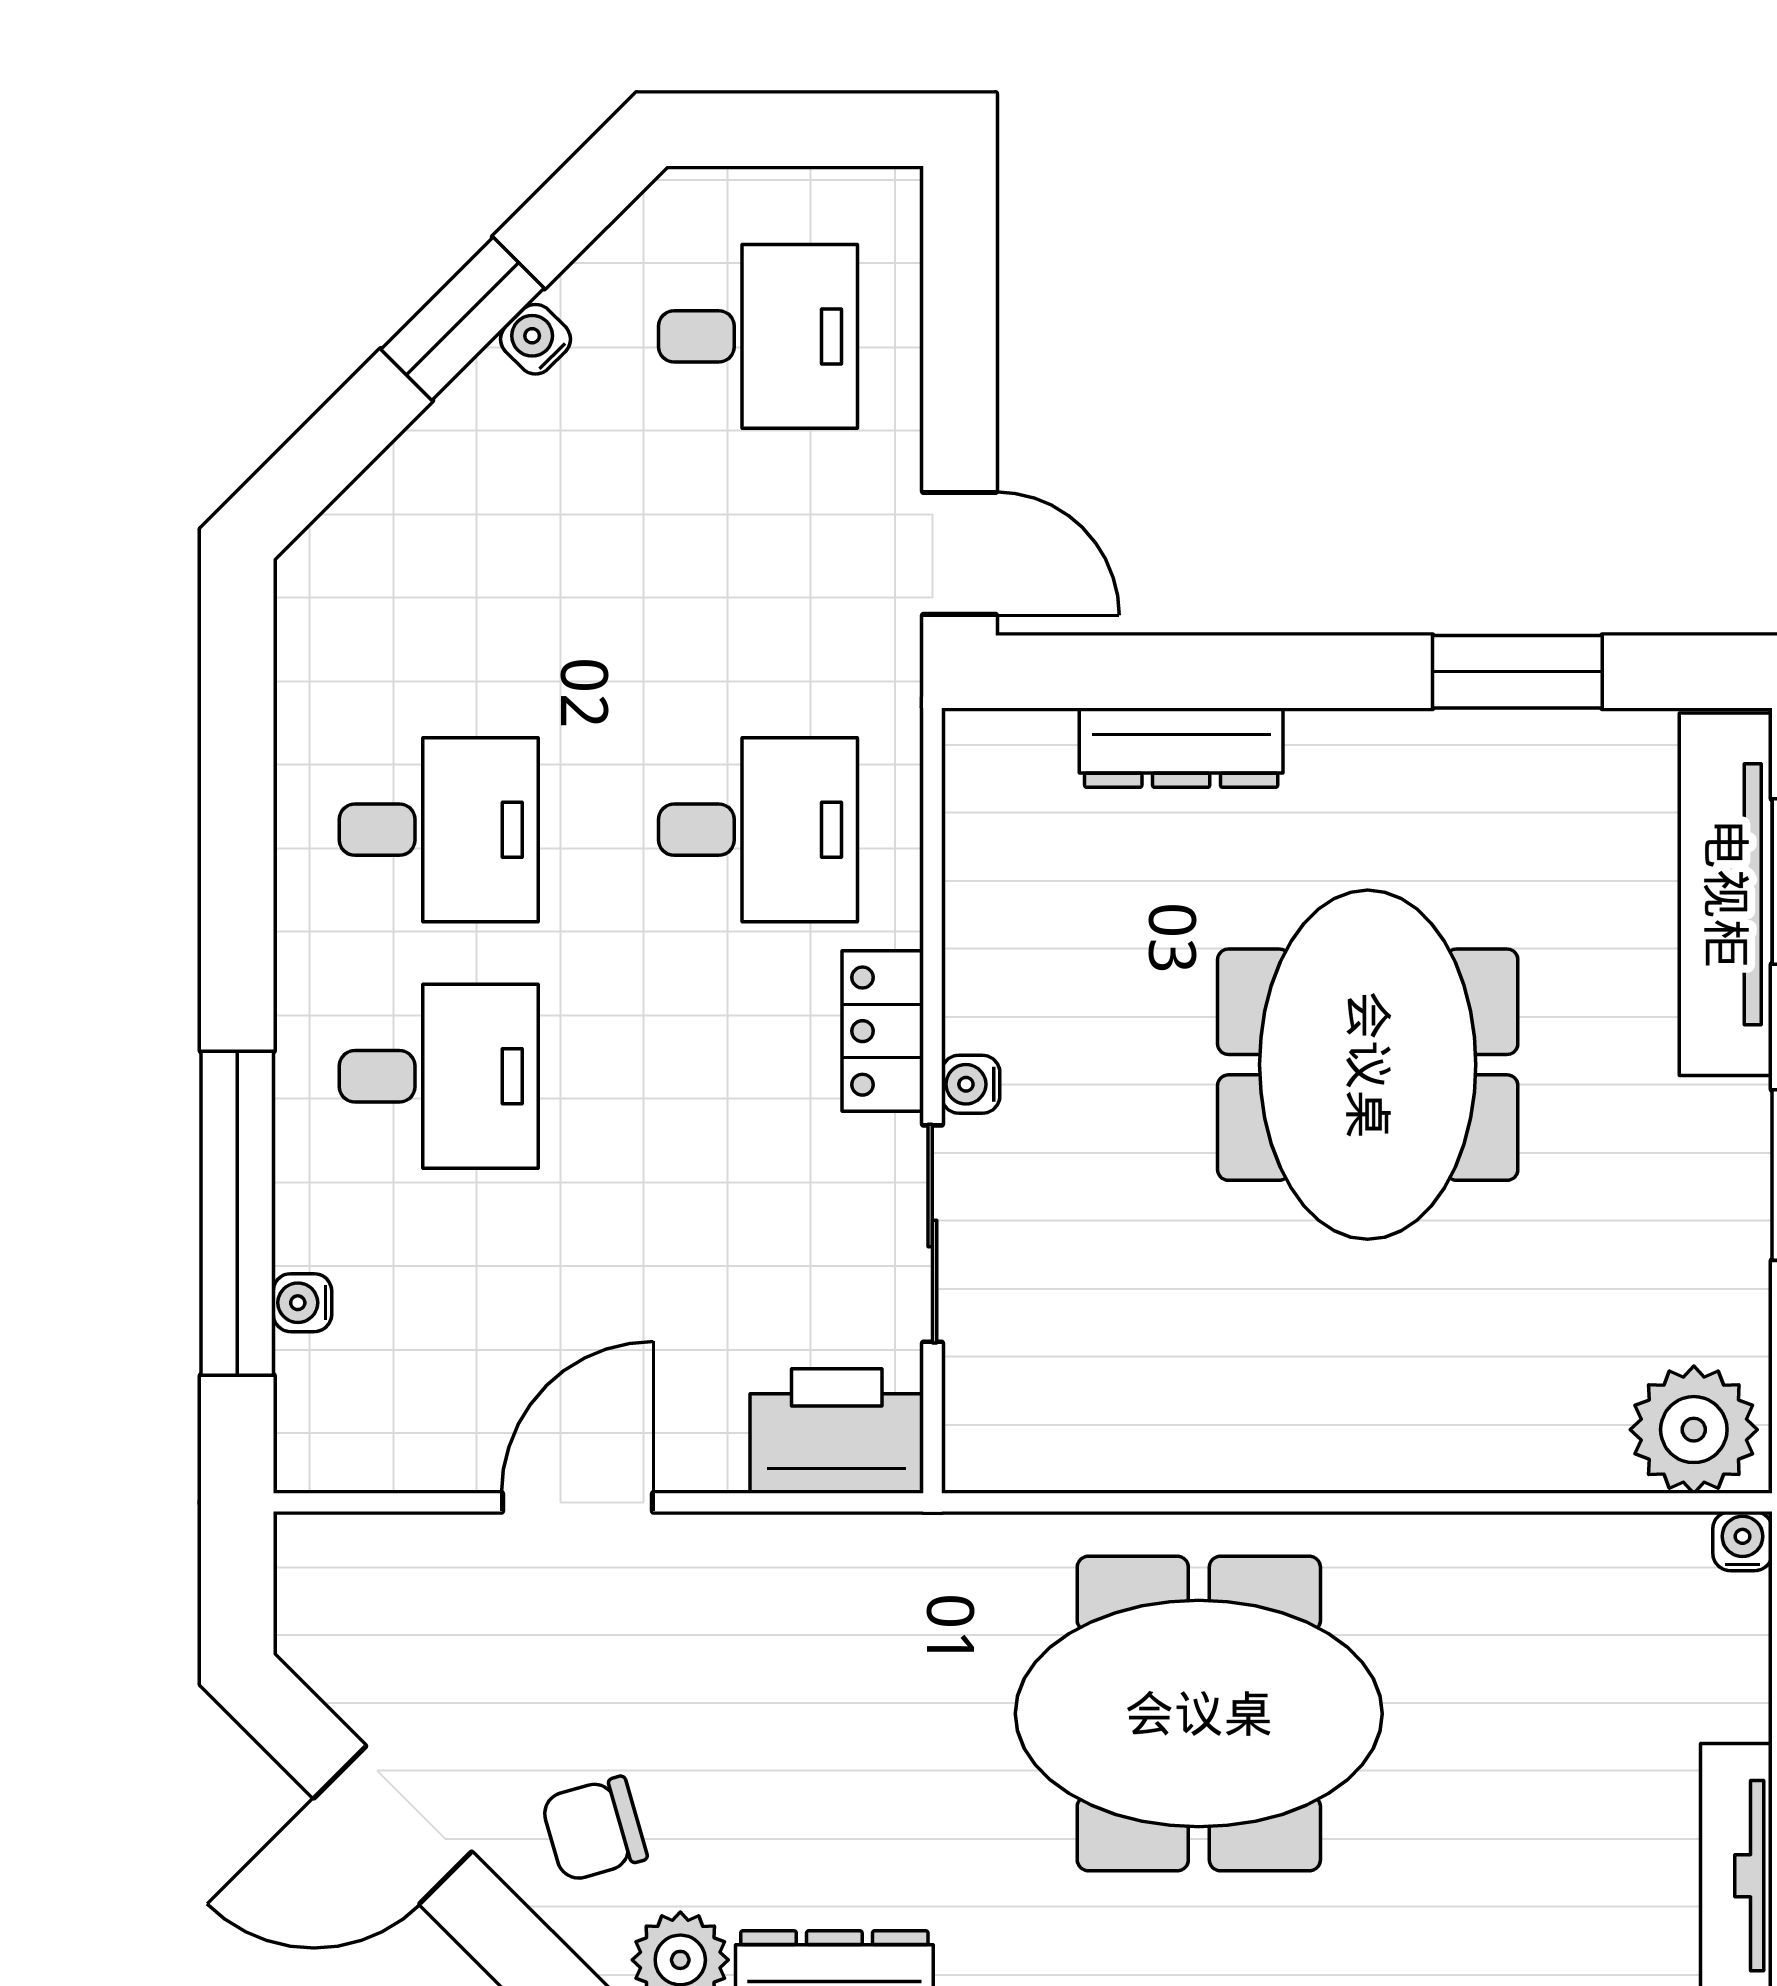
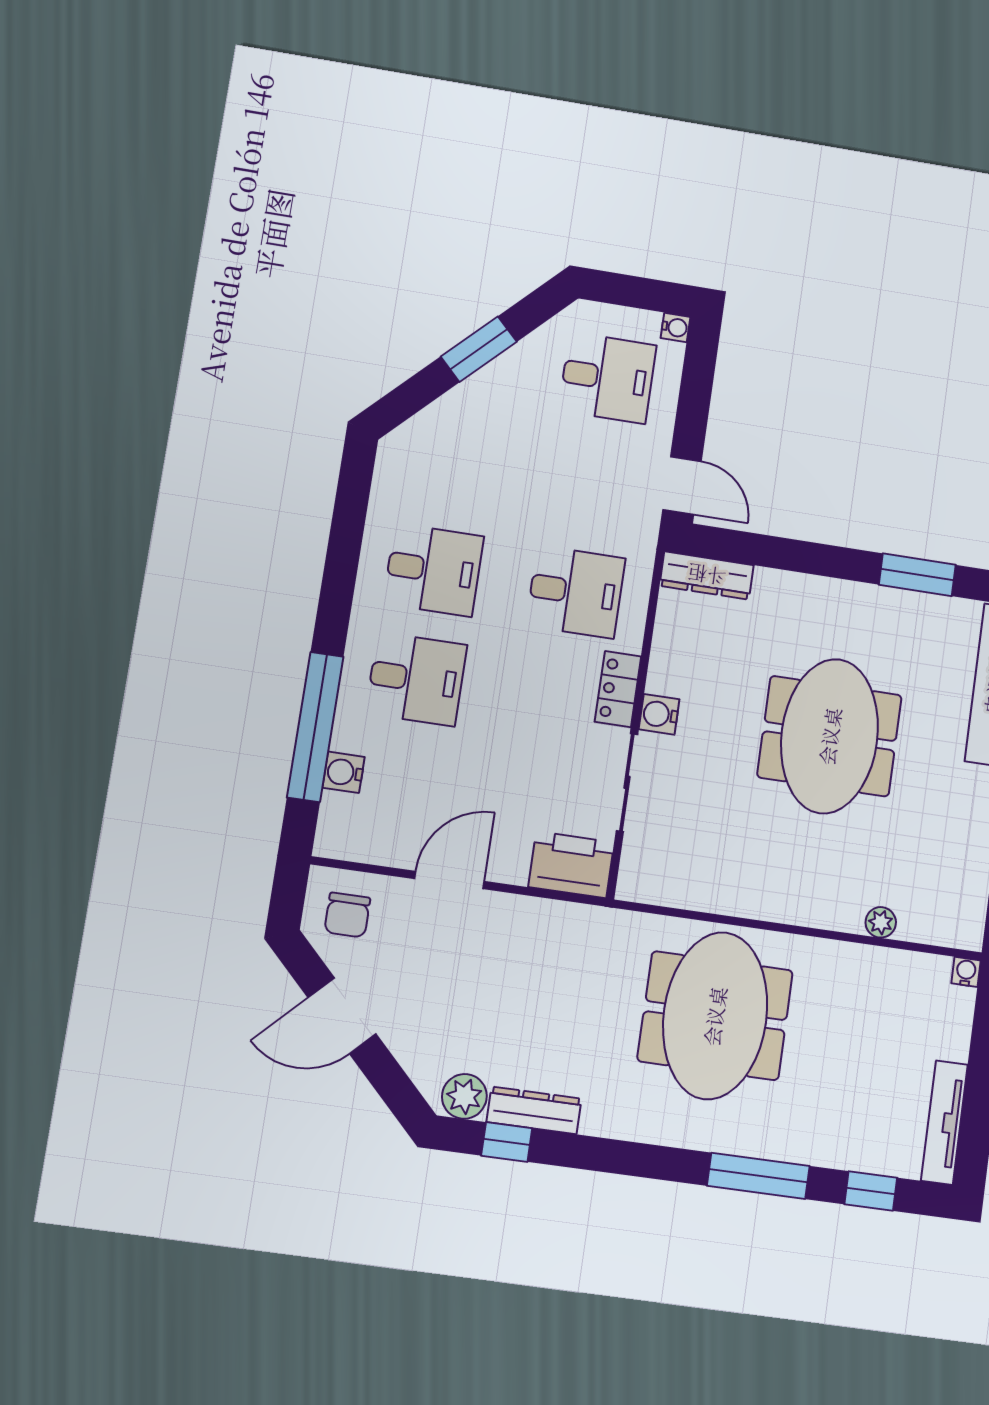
water cooler: (536, 339) -> (675, 327), moved, turned 135
dresser: (1181, 748) -> (707, 575), moved
water cooler: (971, 1084) -> (659, 714), width x1.38, depth x1.38
water cooler: (302, 1303) -> (344, 772), width x1.38, depth x1.38
plant: (1694, 1430) -> (881, 922), moved, width x0.53, depth x0.53
meeting table: (1199, 1714) -> (715, 1016), turned 90
chair: (594, 1829) -> (347, 915), moved, turned -74

